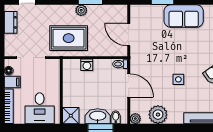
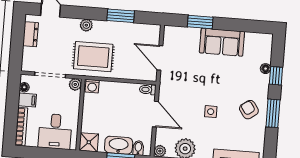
plant: (81, 10) -> (86, 25), moved
plant: (54, 64) -> (75, 84), added
washing machine: (87, 65) -> (92, 86), moved

